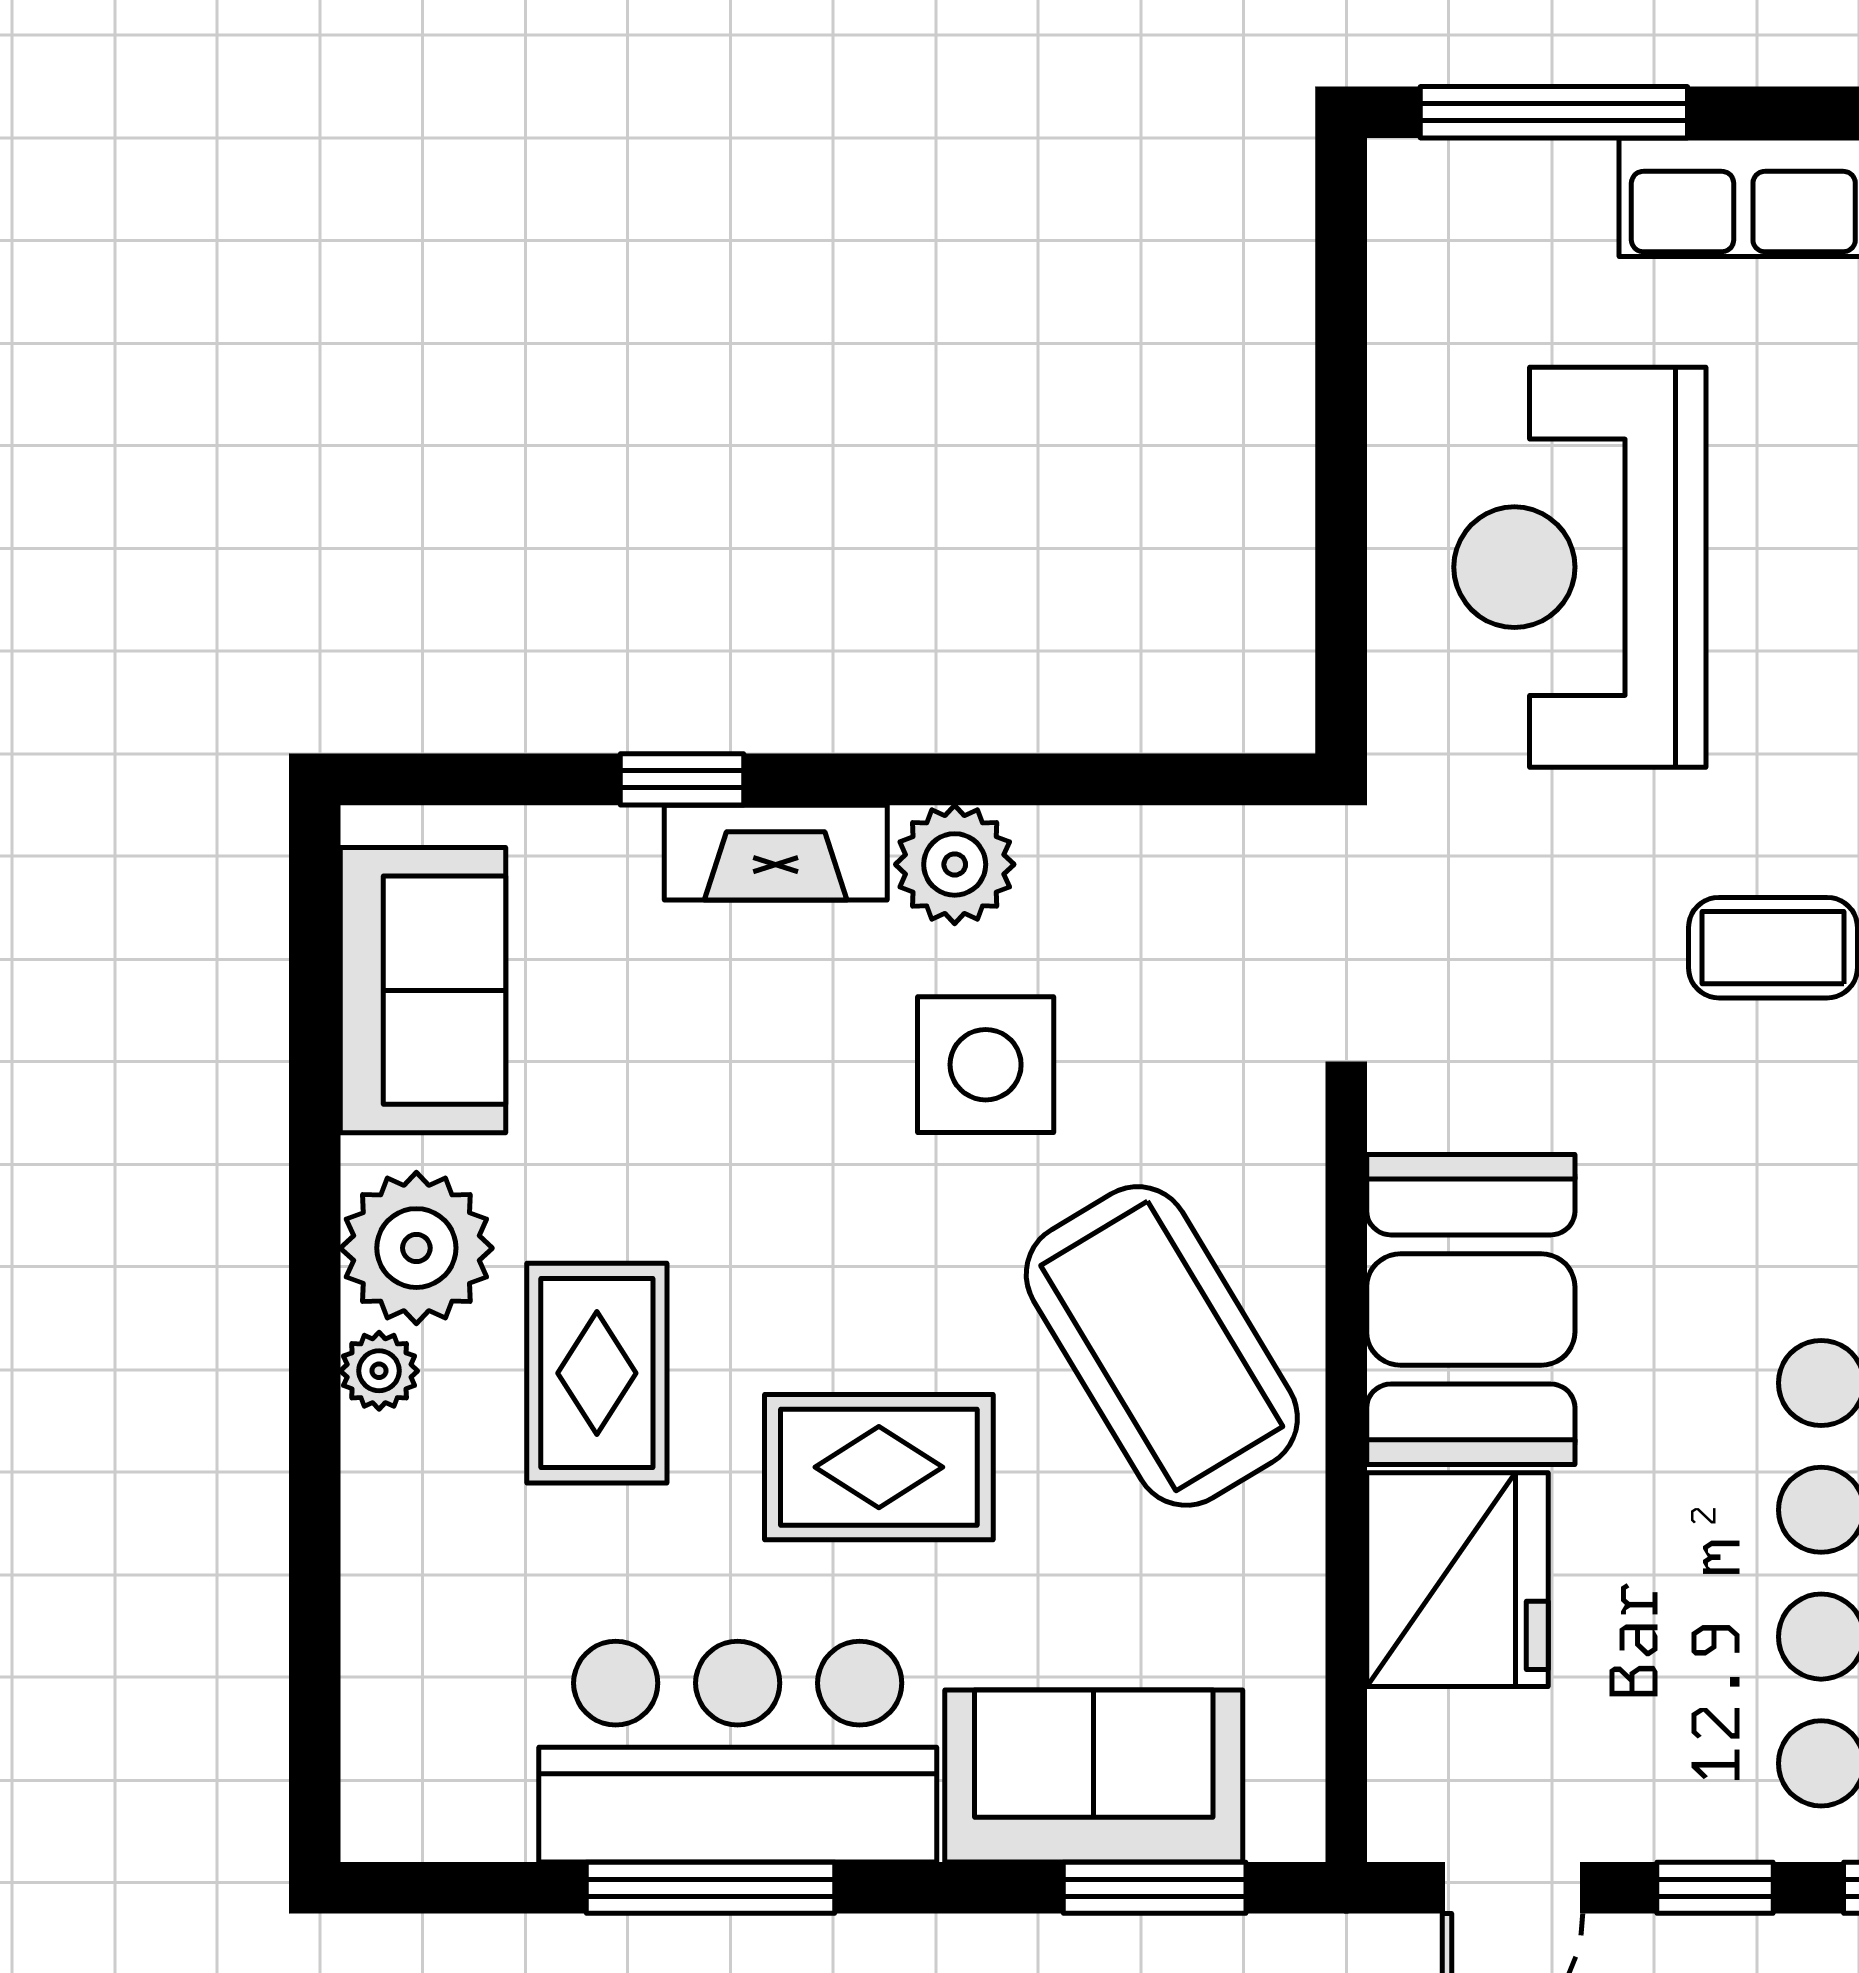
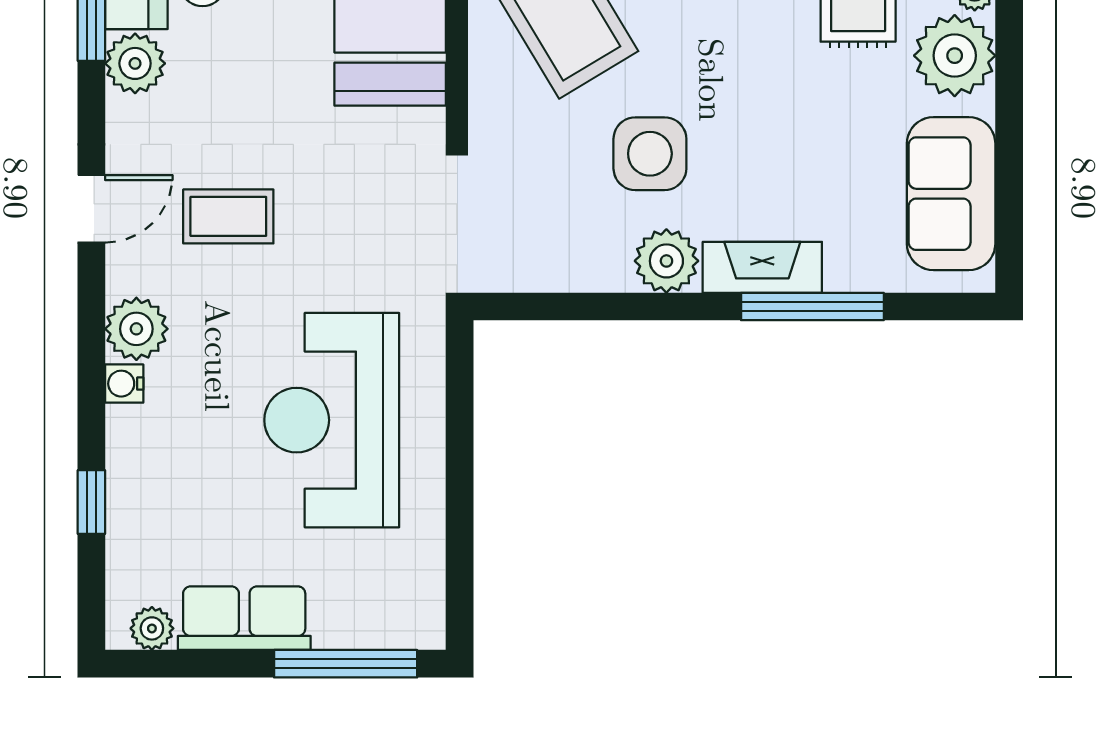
reception desk: (1580, 567) -> (332, 420), turned 180
window: (682, 779) -> (812, 306), width x2.17

